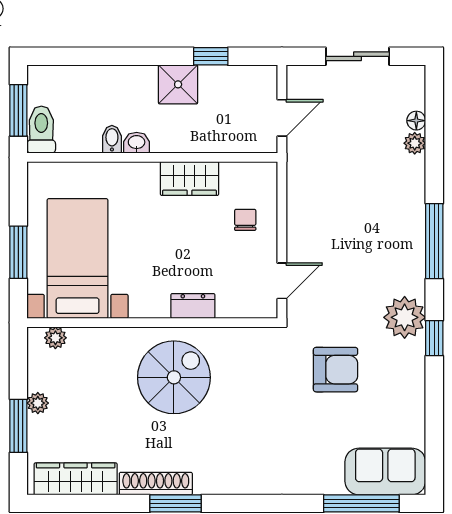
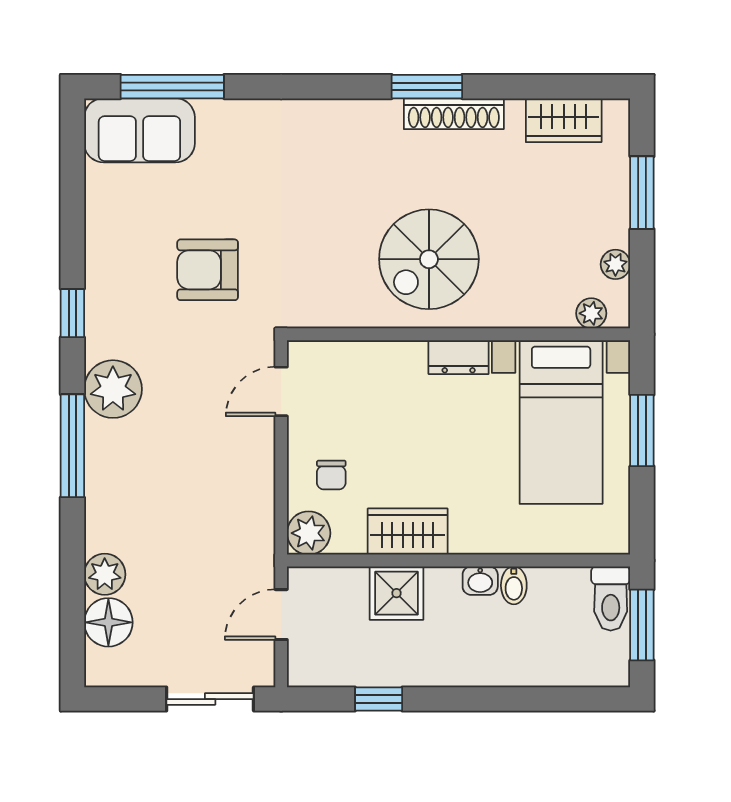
sliding door: (358, 56) -> (210, 699), moved
shower: (178, 84) -> (397, 593), moved
floor lamp: (416, 121) -> (108, 622), width x1.89, depth x1.89
plant: (415, 143) -> (105, 574), width x1.38, depth x1.38
plant: (262, 177) -> (309, 533), added
dresser: (193, 306) -> (459, 357), moved
plant: (405, 317) -> (113, 389), moved
plant: (38, 403) -> (615, 264), moved
wardrobe: (76, 479) -> (564, 120), width x0.67

